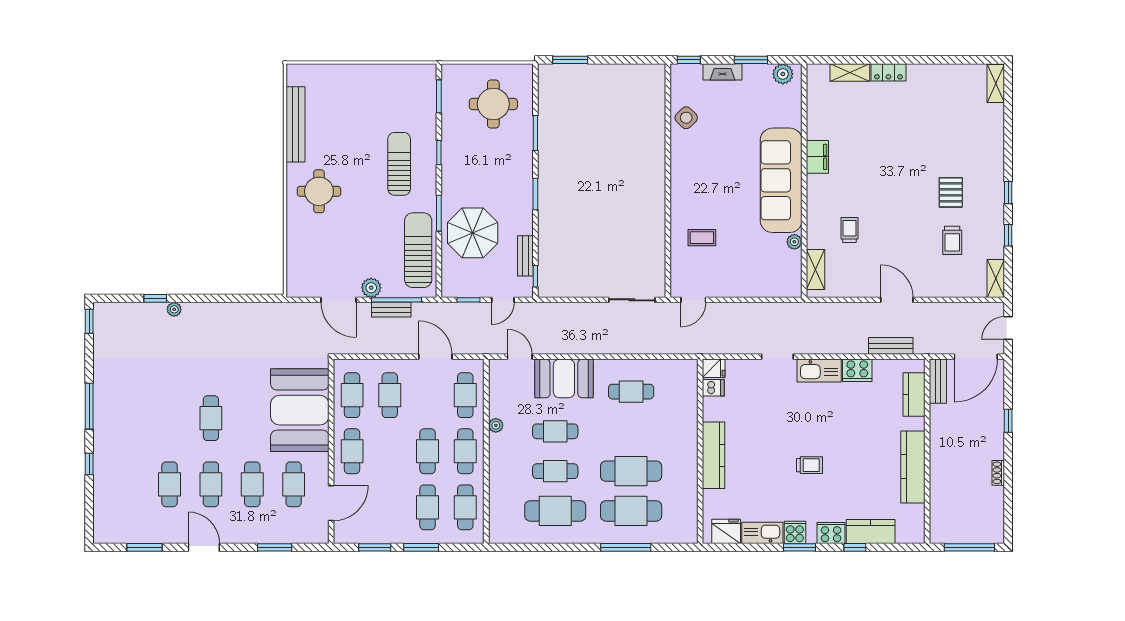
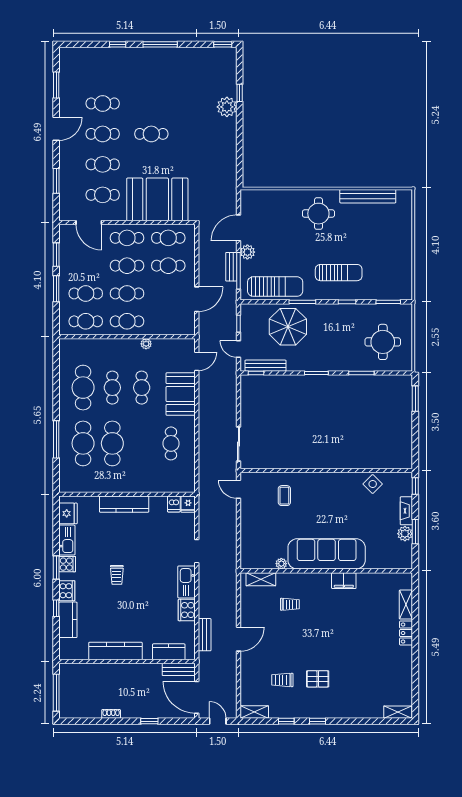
plant: (783, 74) -> (405, 534), moved
bench: (525, 256) -> (265, 366), width x1.36
plant: (174, 309) -> (227, 107), width x1.88, depth x1.88
cafe table: (465, 395) -> (127, 266), moved

